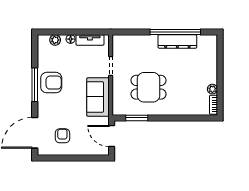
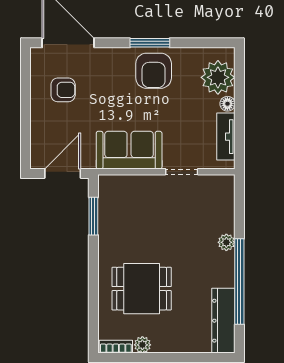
plant: (55, 40) -> (218, 77), width x1.87, depth x1.87
plant: (152, 40) -> (226, 242), added
dresser: (177, 41) -> (223, 321), moved
window: (35, 85) -> (150, 43), width x0.69
dining table: (149, 87) -> (142, 289), moved, turned 90

